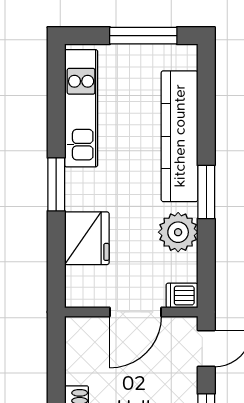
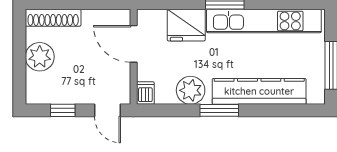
kitchen unit: (81, 108) -> (264, 21), width x1.36
door: (136, 312) -> (134, 44), moved

